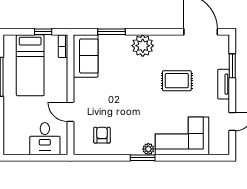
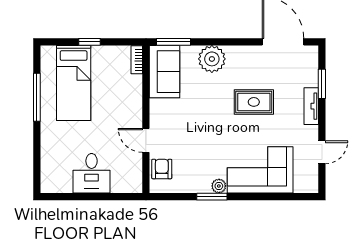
bookcase: (63, 46) -> (137, 60), moved
sofa: (86, 56) -> (165, 72), moved
wall: (70, 95) -> (146, 119), moved
door: (70, 112) -> (146, 140), moved

